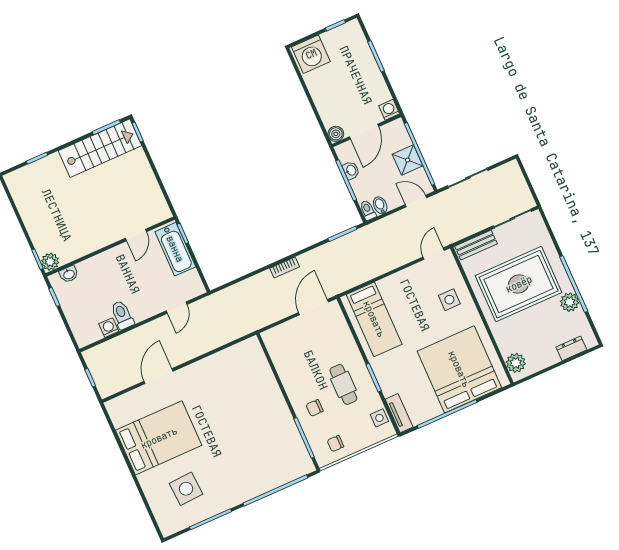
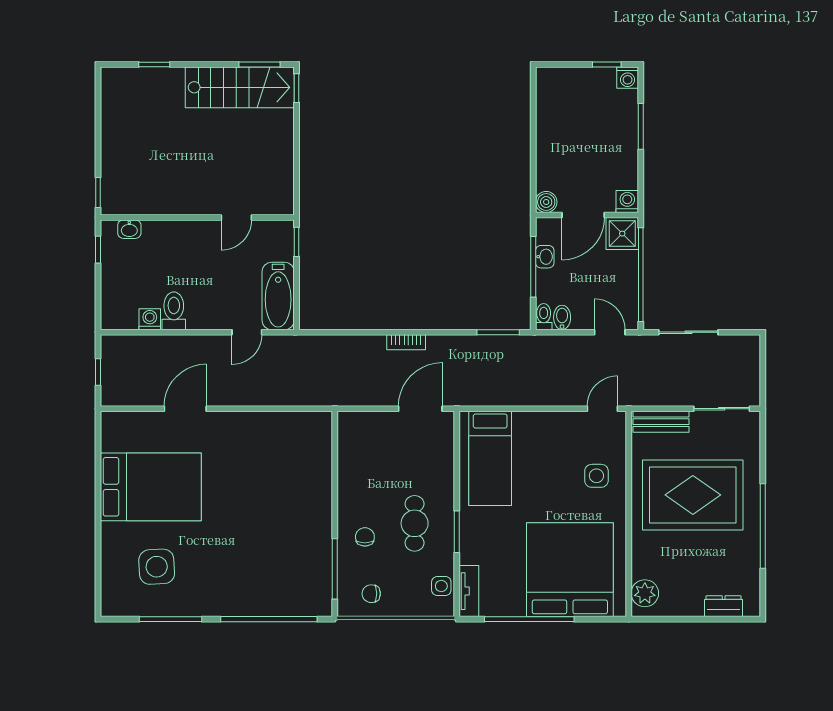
washing machine: (311, 54) -> (628, 78), moved, width x0.53, depth x0.53
shower: (408, 160) -> (622, 234), moved
bathtub: (175, 249) -> (278, 296), moved
plant: (50, 262) -> (113, 203), removed
plant: (570, 302) -> (747, 547), removed
chair: (315, 408) -> (365, 537), turned 90

